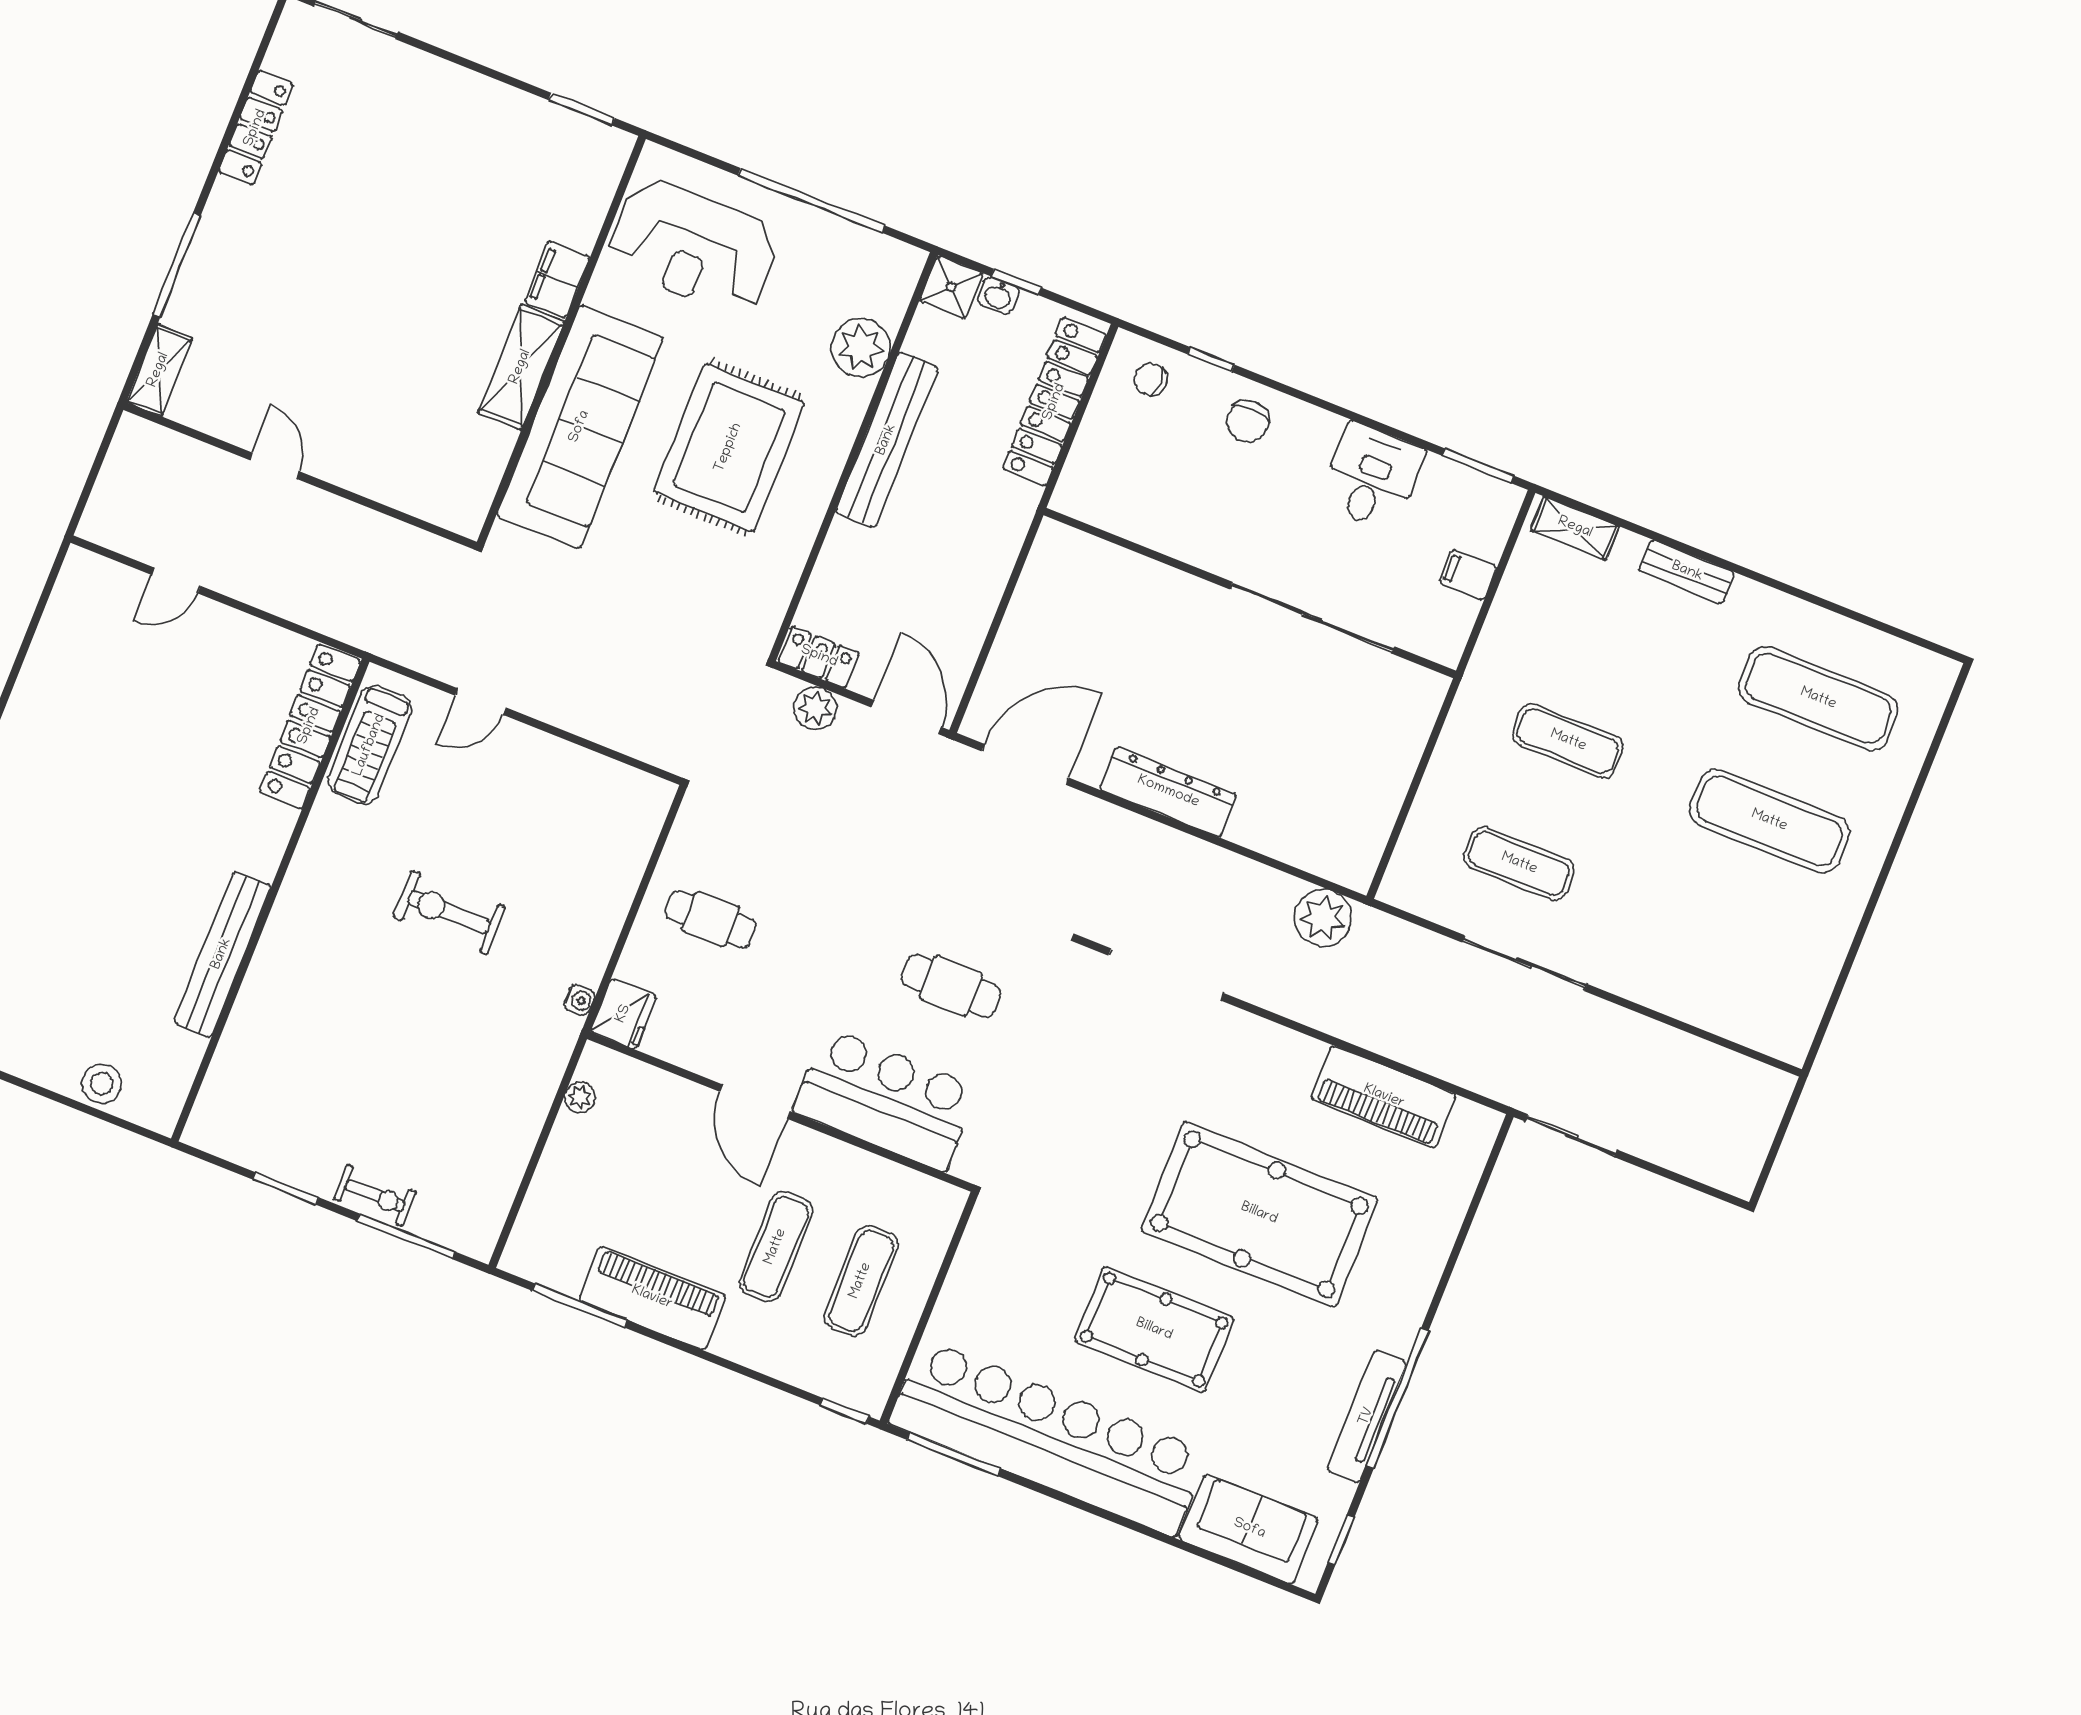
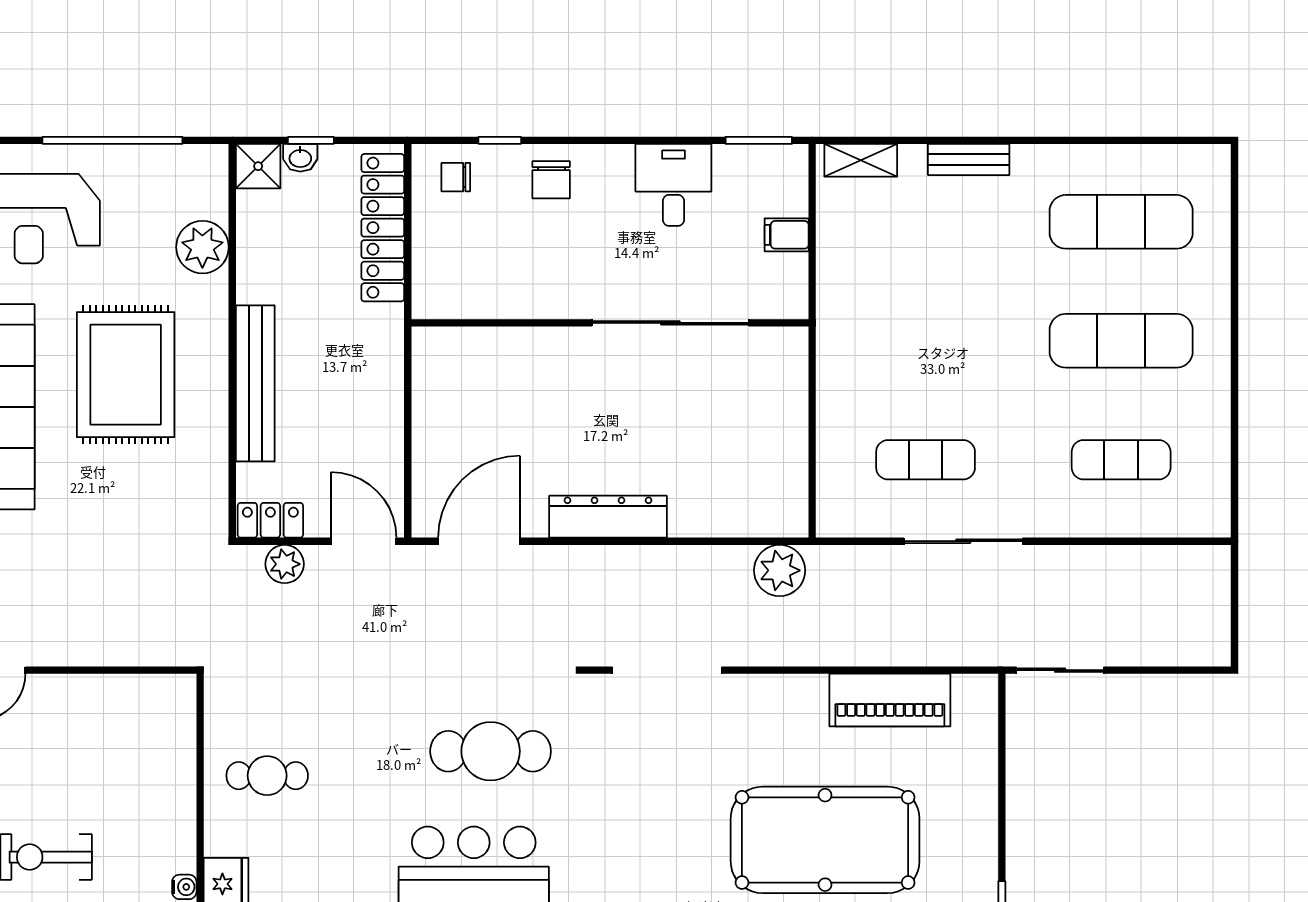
bench: (887, 440) -> (255, 383), moved
exercise mat: (1568, 741) -> (1121, 460), moved
cafe table: (951, 986) -> (491, 751), width x1.37, depth x1.35

